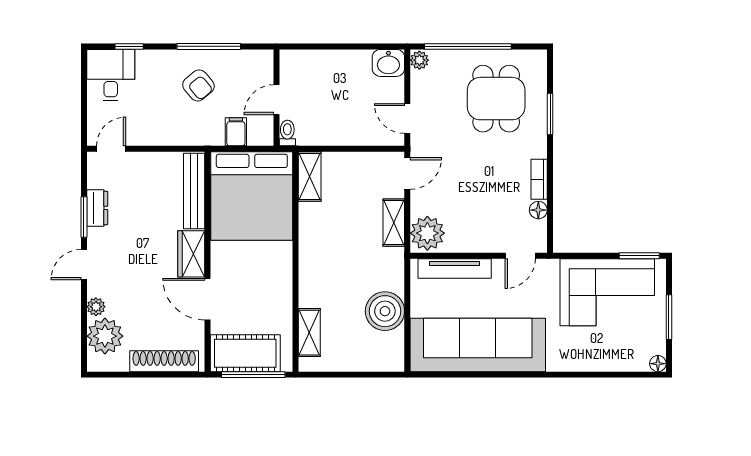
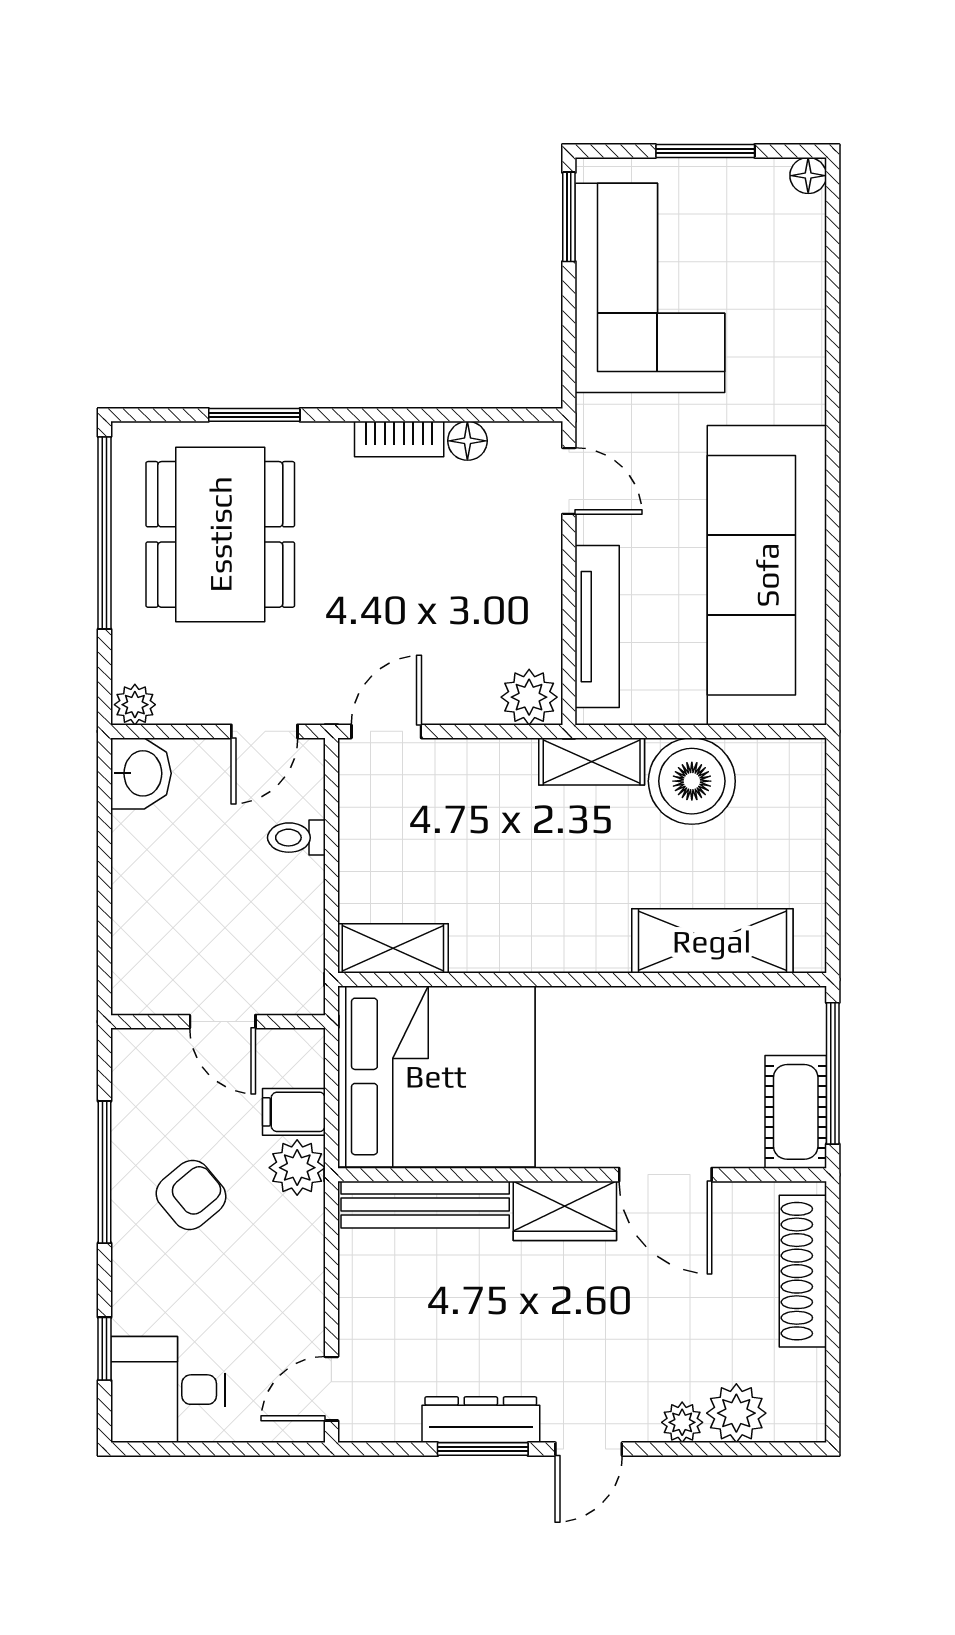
window: (468, 46) -> (105, 533), moved
dining table: (496, 99) -> (220, 534), width x1.38
plant: (211, 133) -> (297, 1168), added
toilet: (287, 133) -> (296, 838), moved
door: (111, 149) -> (331, 1389), hinge flipped
door: (407, 173) -> (386, 731), hinge flipped
dresser: (97, 208) -> (481, 1420), width x1.44
shelving: (394, 223) -> (592, 761), moved
plant: (427, 233) -> (529, 697), width x0.73, depth x0.73
door: (84, 265) -> (589, 1449), hinge flipped
door: (208, 299) -> (665, 1175), hinge flipped
shelving: (309, 333) -> (712, 941), width x1.50, depth x1.33
plant: (105, 336) -> (736, 1413), width x0.73, depth x0.73
cot: (245, 353) -> (796, 1112), width x0.73, depth x0.75

